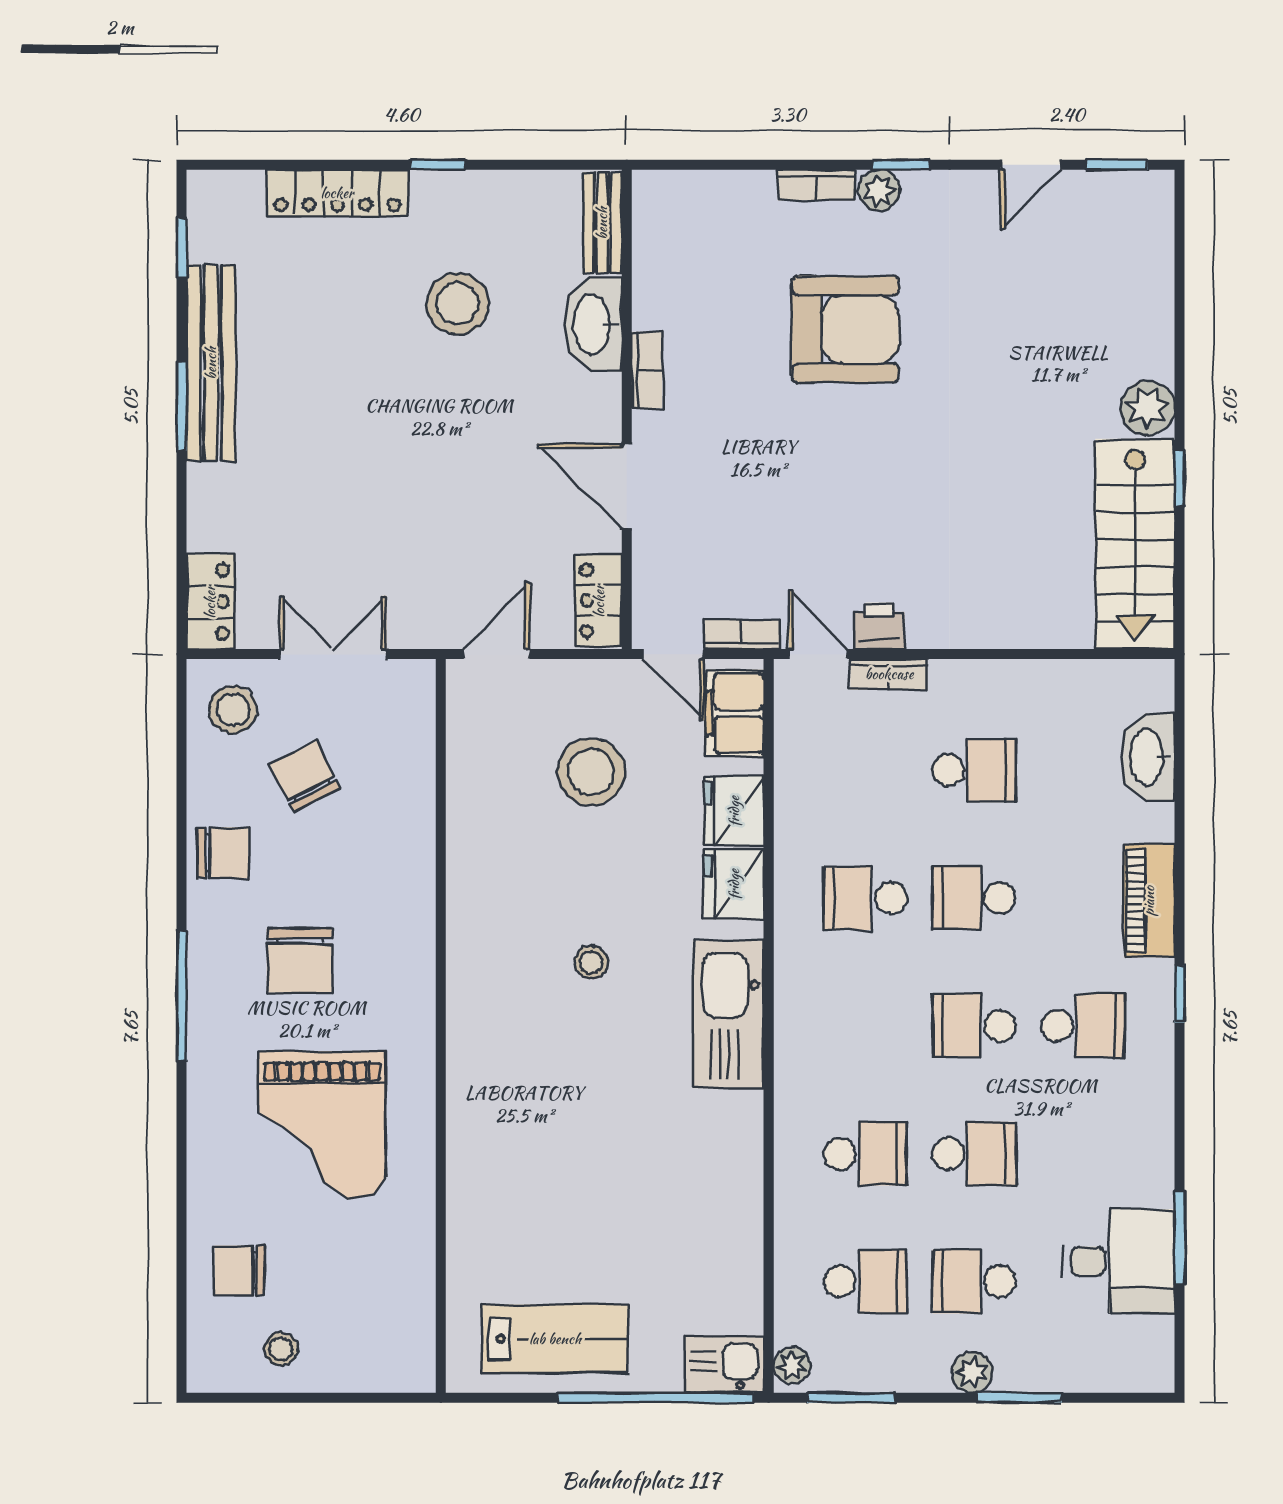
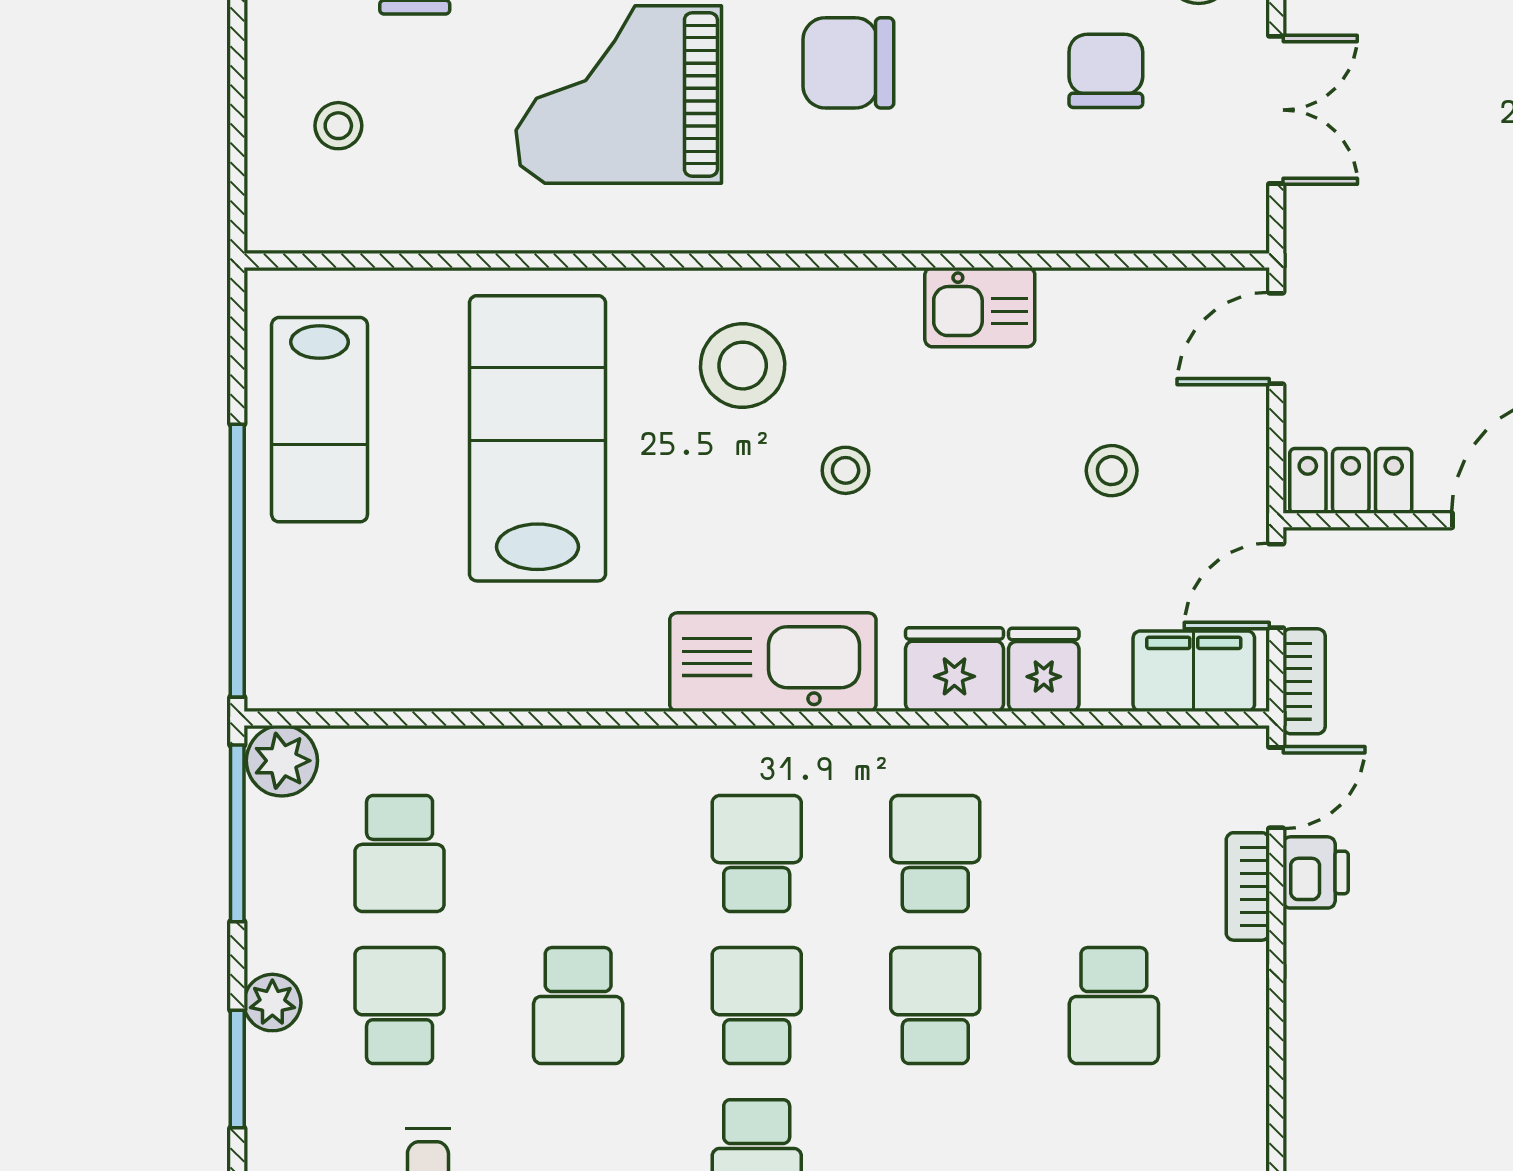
door: (497, 654) -> (1276, 339), swing flipped
stool: (591, 772) -> (1112, 471), width x0.53, depth x0.53
chair: (305, 776) -> (1106, 71), turned -63
fridge: (734, 811) -> (1044, 670), width x0.72
stool: (516, 1036) -> (743, 366), added
school desk: (865, 1154) -> (757, 854), moved, turned 180
lab bench: (568, 1183) -> (537, 438), added
stool: (281, 1349) -> (338, 126), moved
kitchen sink: (724, 1364) -> (980, 307), moved, turned 90
plant: (792, 1366) -> (282, 761), width x1.38, depth x1.38
window: (851, 1398) -> (237, 833), width x1.44

